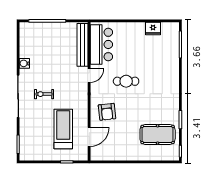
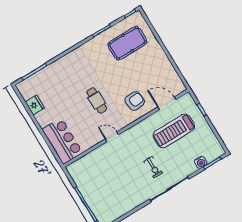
bar counter: (101, 44) -> (62, 141), moved, turned 90
bench: (83, 45) -> (88, 159), removed
water cooler: (24, 63) -> (201, 162), moved
pool table: (158, 134) -> (127, 43), turned 90

